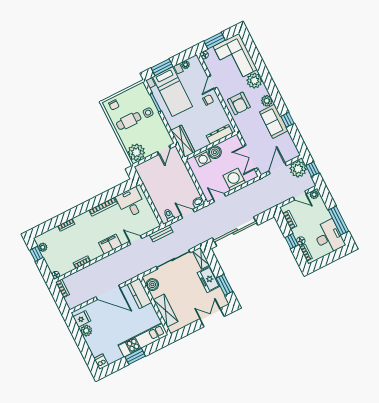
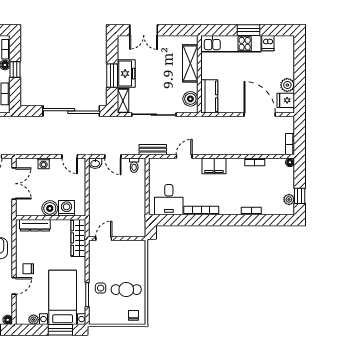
plant: (136, 152) -> (135, 251), removed
washing machine: (234, 179) -> (44, 163), width x0.53, depth x0.53
door: (136, 240) -> (184, 156), swing flipped
window: (224, 285) -> (112, 76), moved
door: (108, 292) -> (260, 115), moved
dishwasher: (101, 362) -> (268, 43), moved

